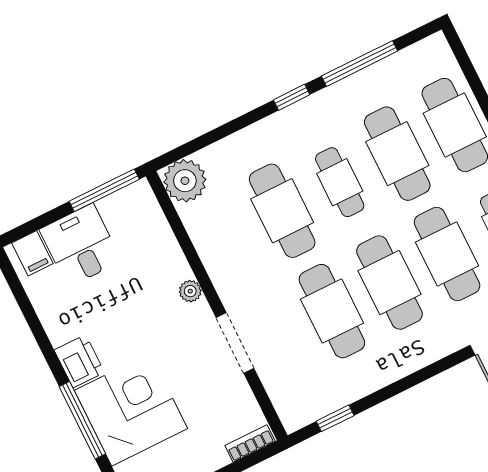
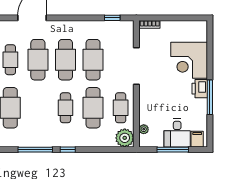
cafe table: (397, 154) -> (121, 108), moved, width x0.73, depth x0.74
window: (104, 190) -> (173, 150), moved
plant: (190, 291) -> (144, 129), moved
doorway: (235, 343) -> (136, 66), width x1.36
window: (82, 420) -> (210, 97), moved

